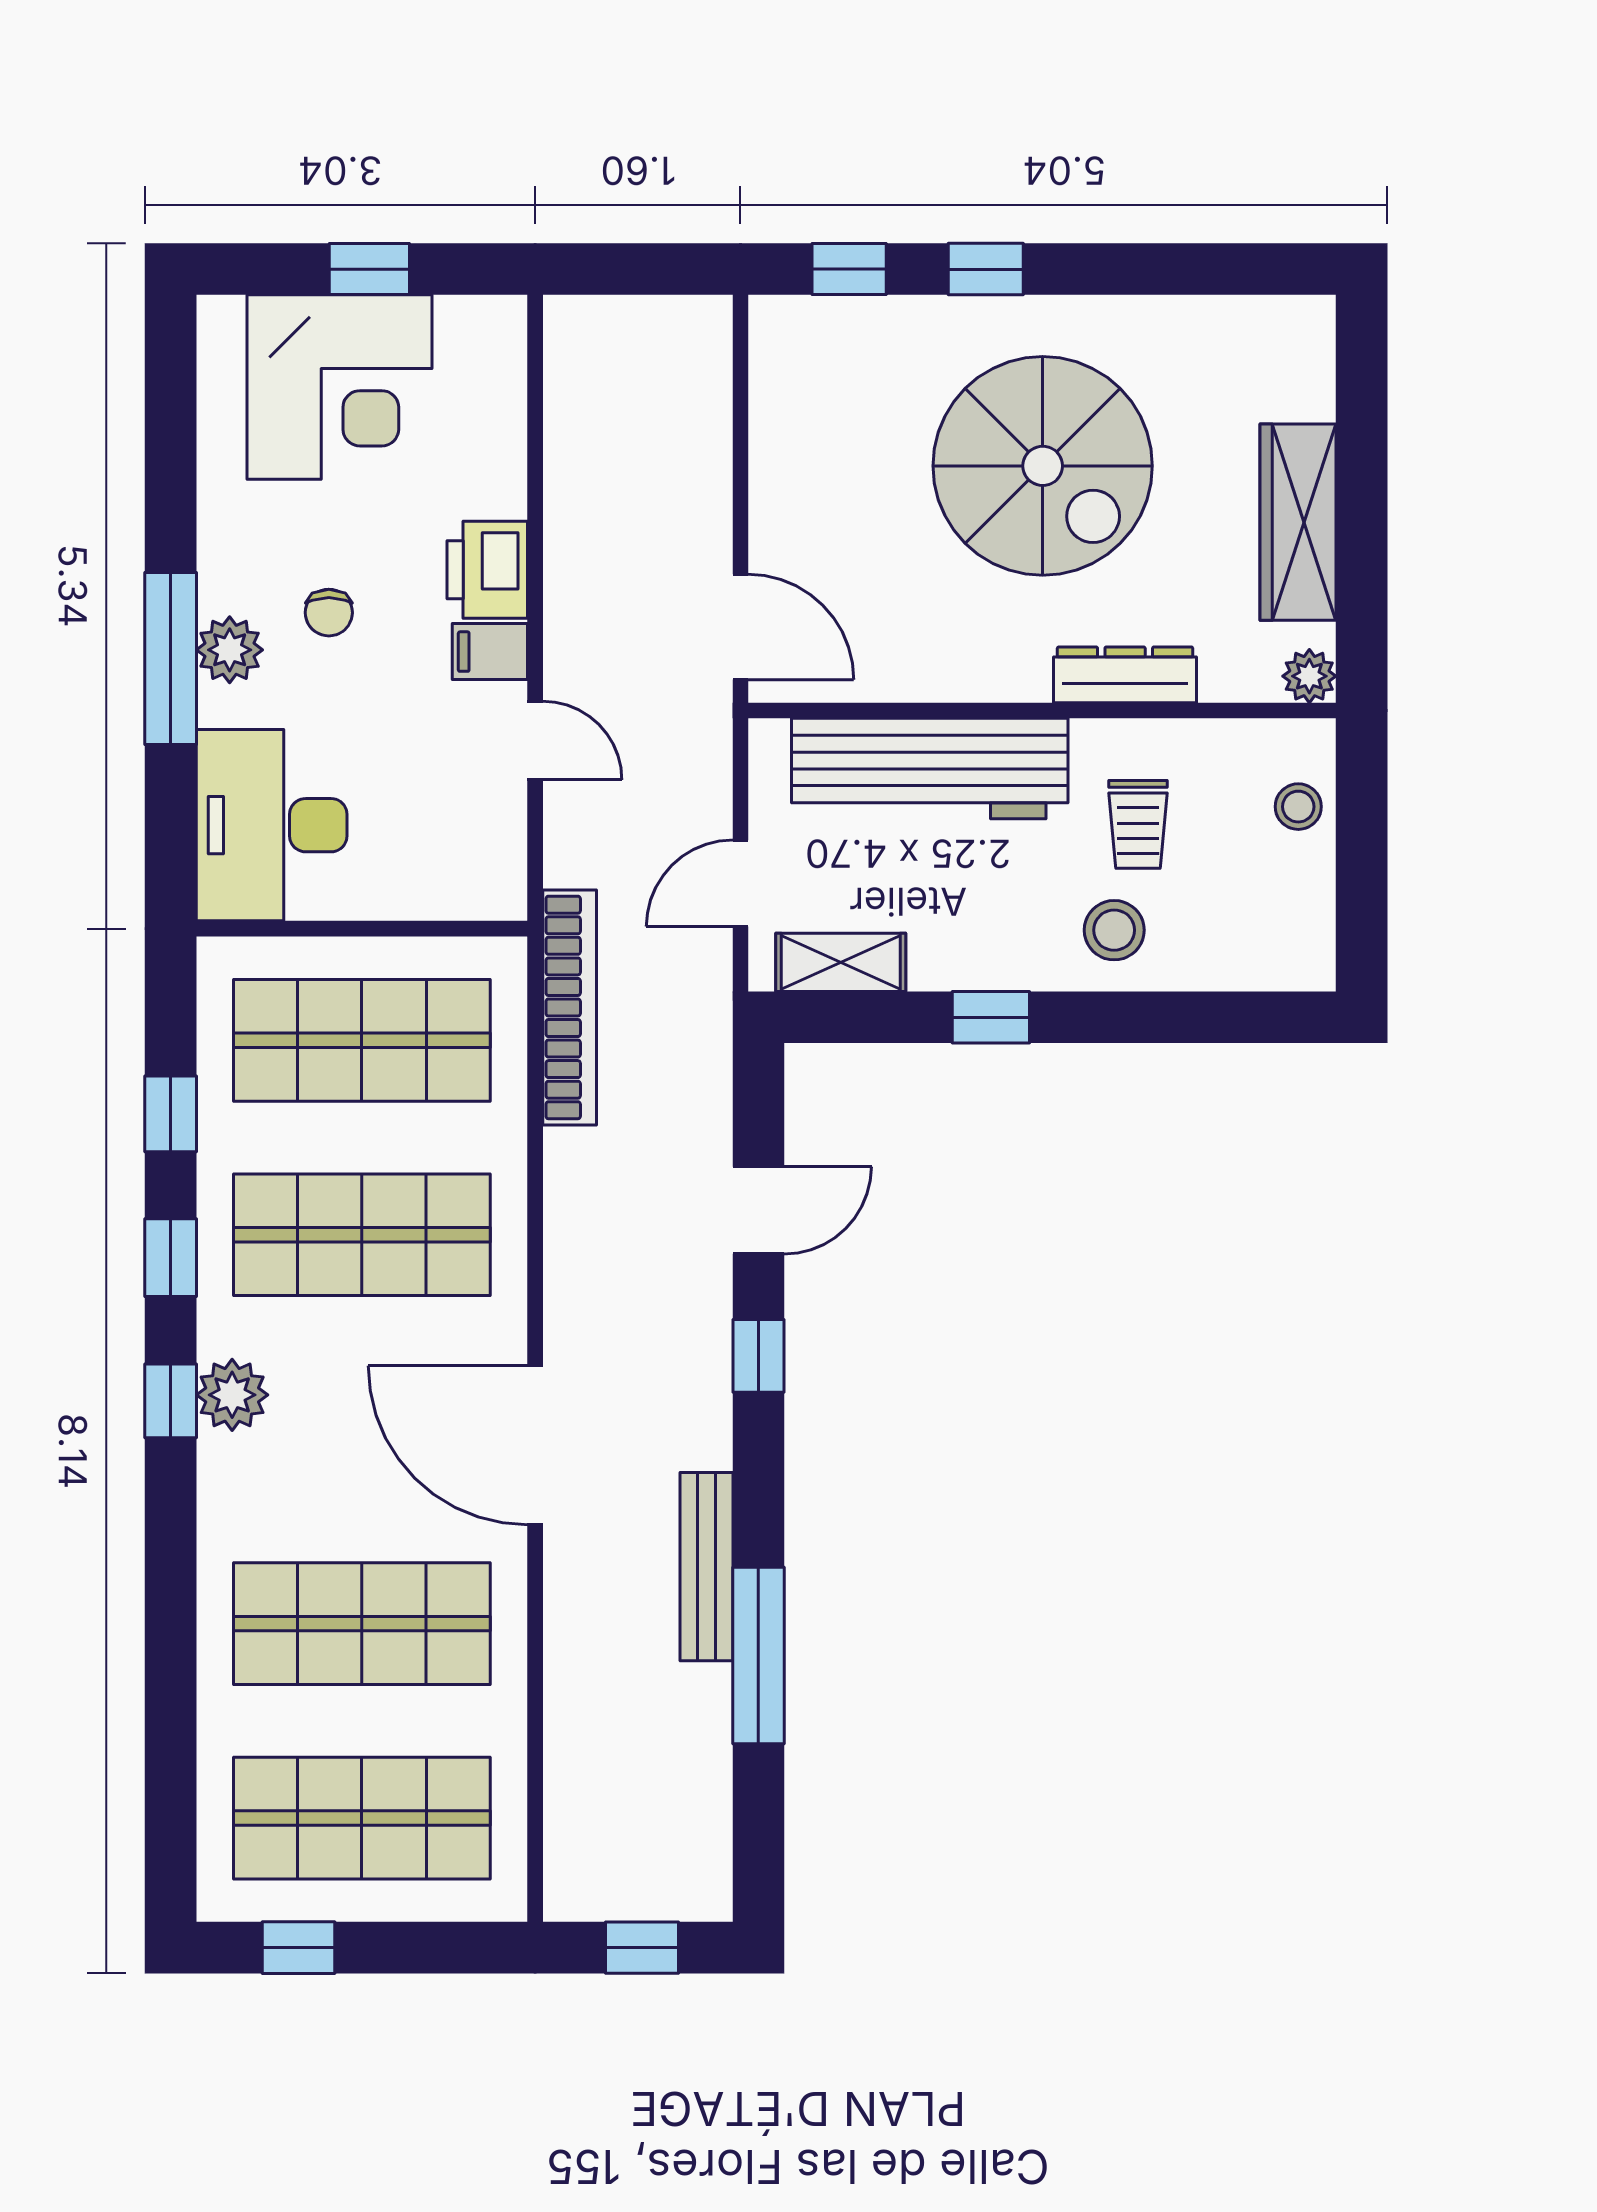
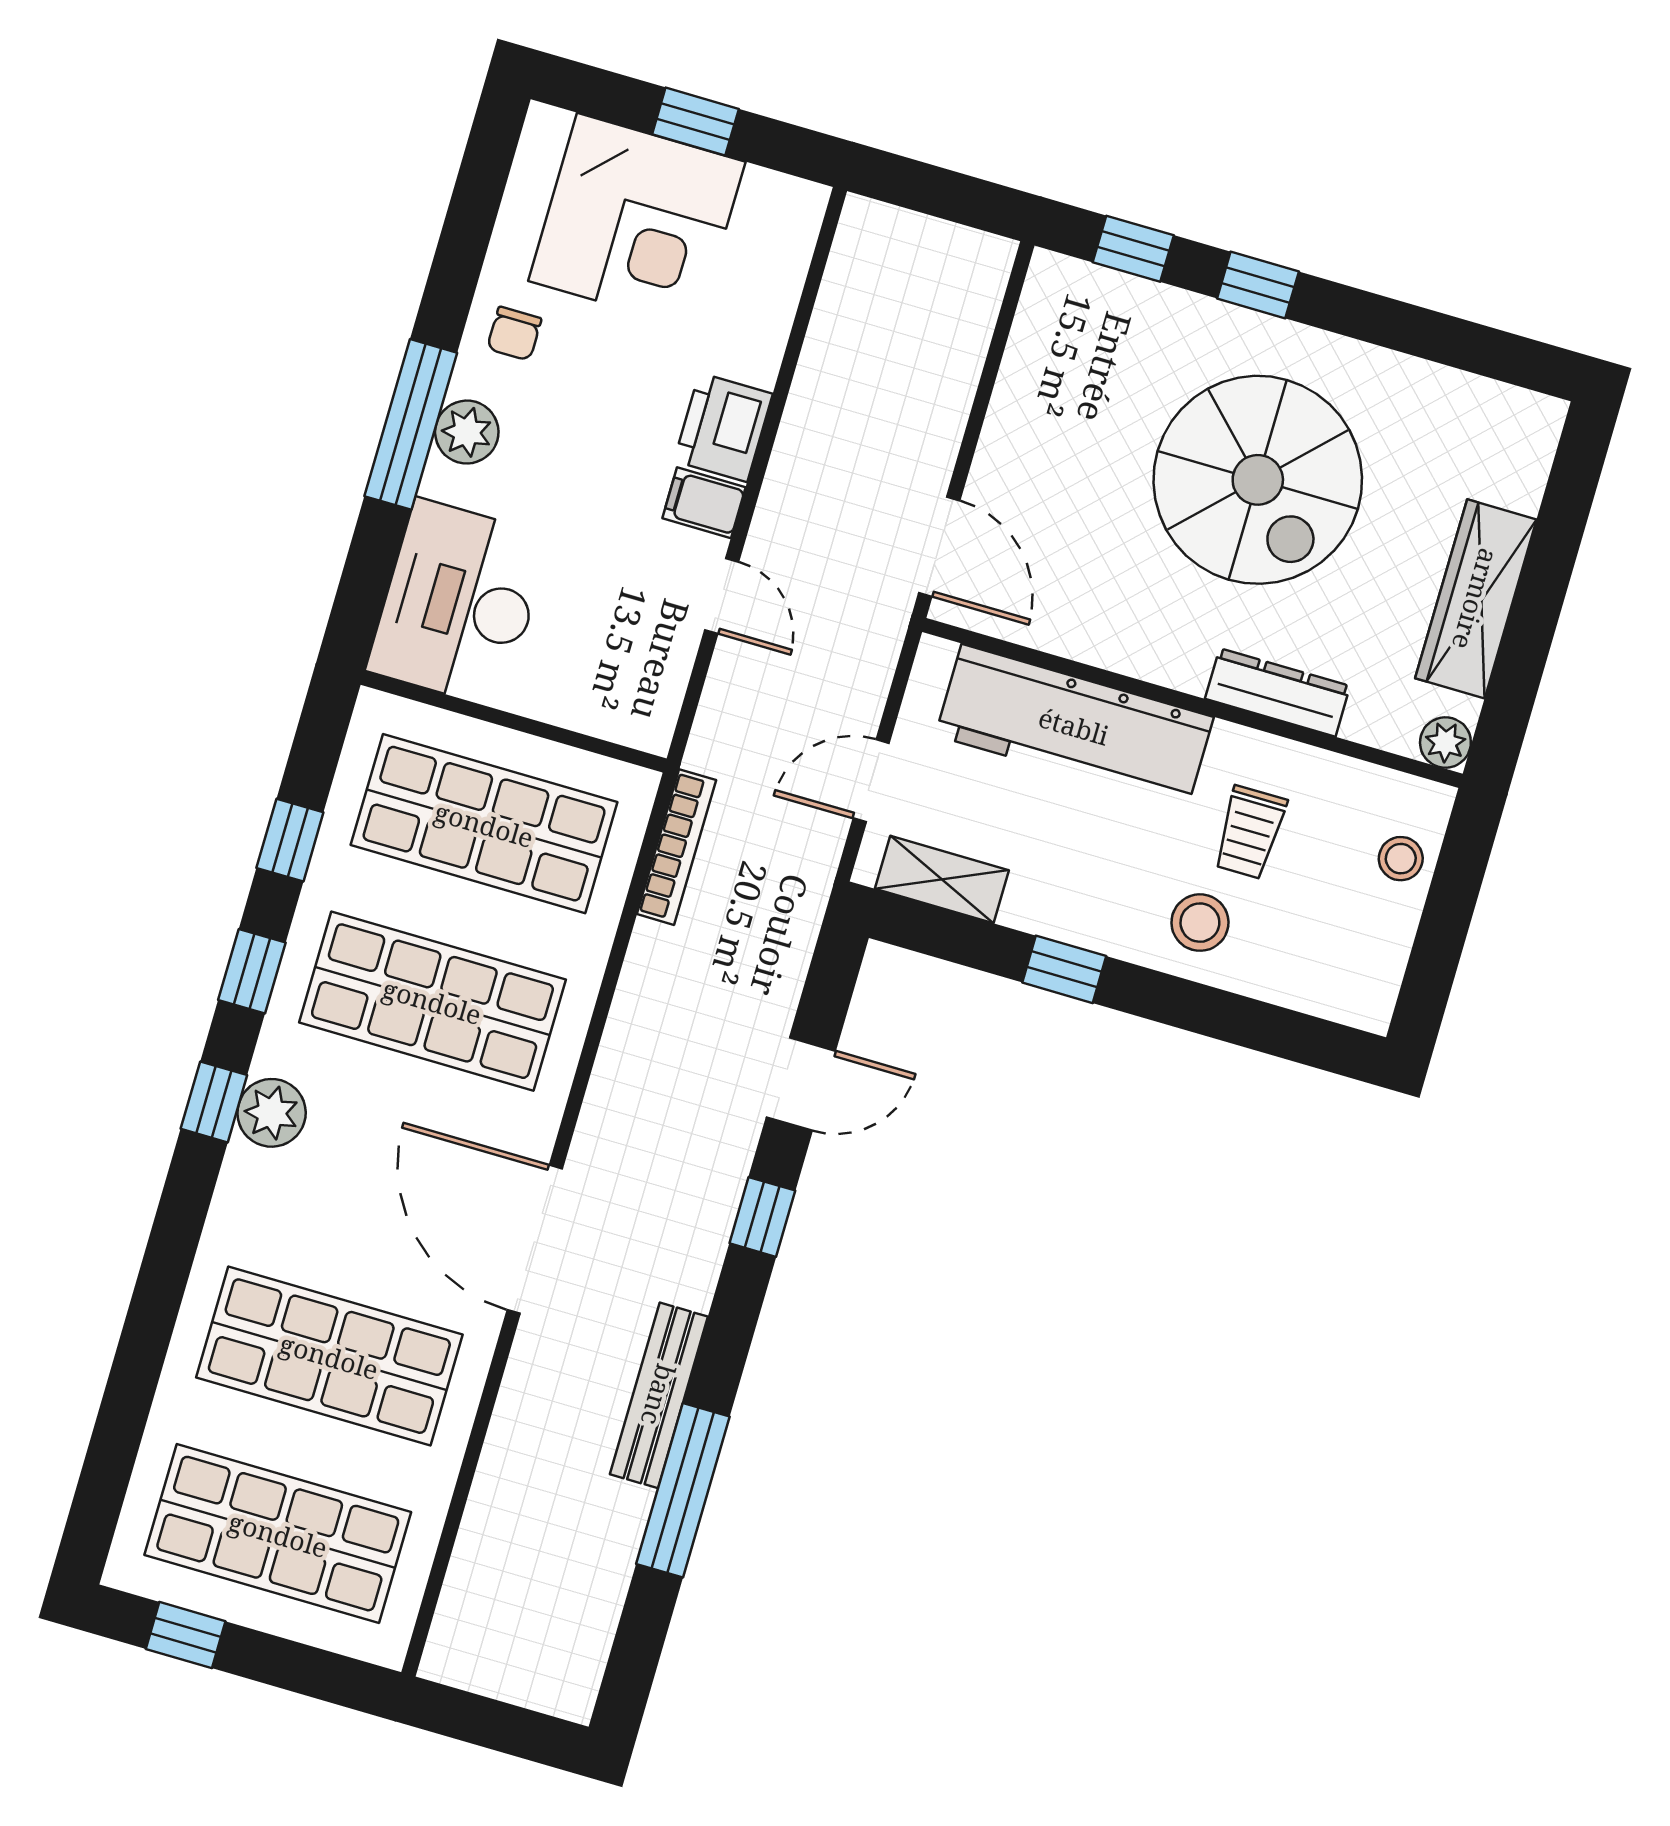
chair: (329, 613) -> (514, 334), moved
bookcase: (570, 1007) -> (676, 847), width x0.68, depth x0.76
window: (642, 1948) -> (499, 1726), removed

